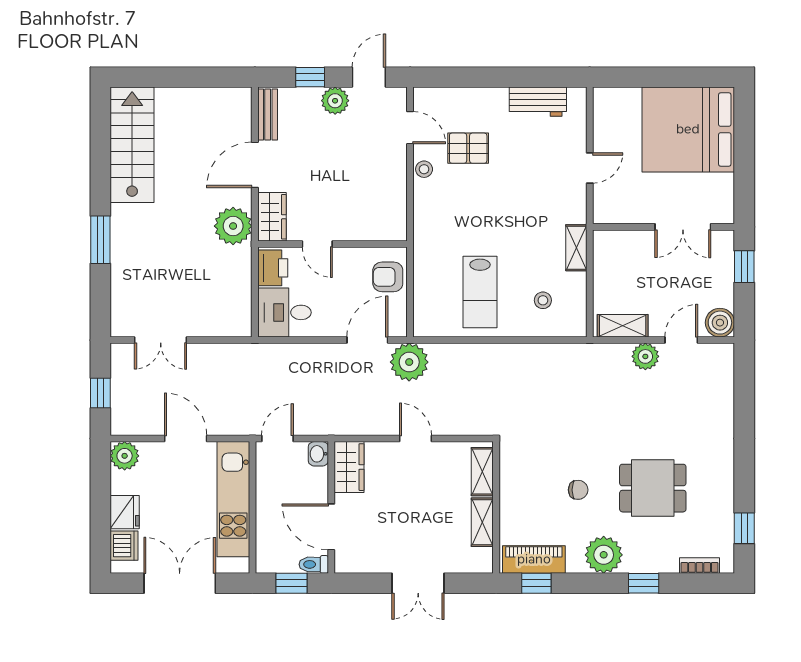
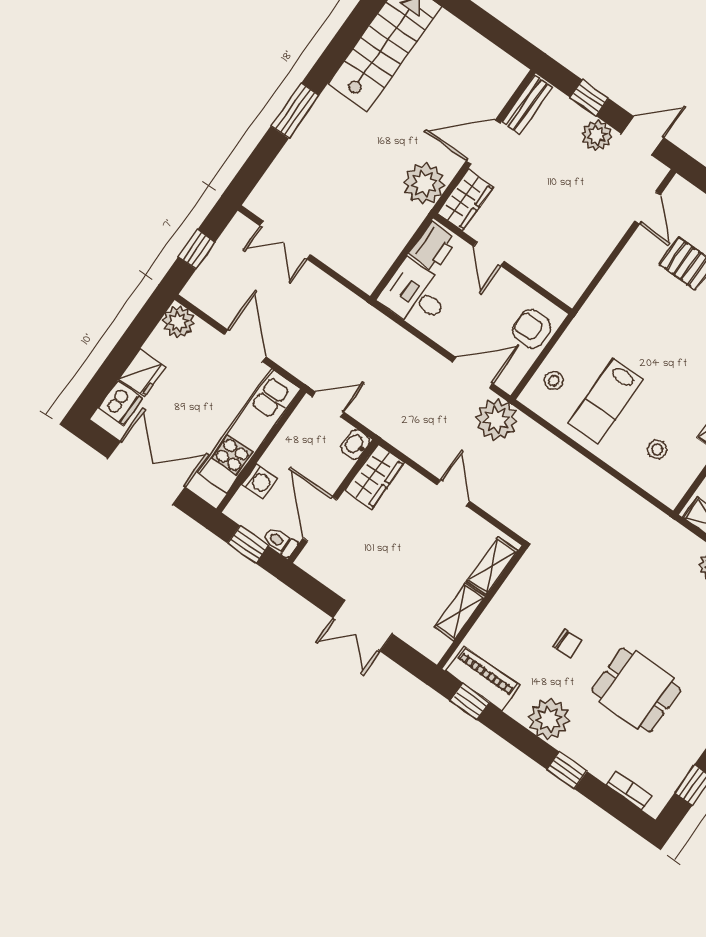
stool: (424, 169) -> (554, 381), moved
washing machine: (267, 531) -> (260, 481), added

